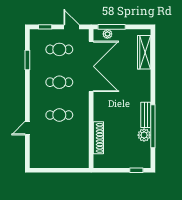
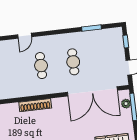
cafe table: (59, 49) -> (105, 58), removed
door: (27, 128) -> (25, 36), swing flipped
shoe rack: (98, 138) -> (35, 105), moved

